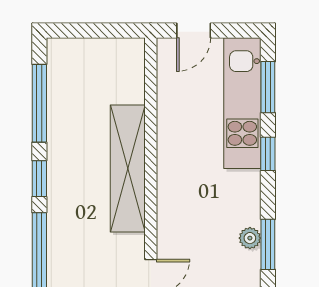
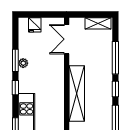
window: (268, 154) -> (15, 88), moved

